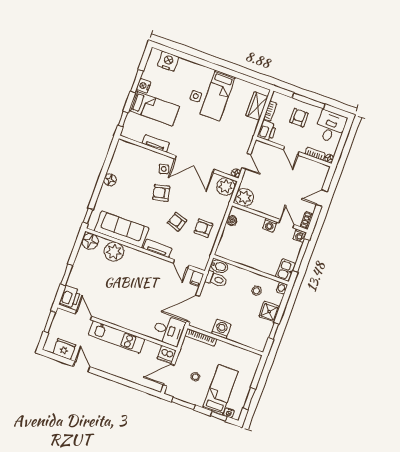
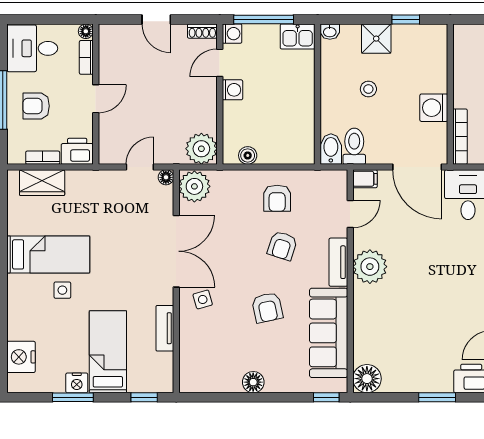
armchair: (161, 193) -> (267, 308), moved
plant: (114, 252) -> (370, 267), moved
stool: (257, 291) -> (368, 89), moved

